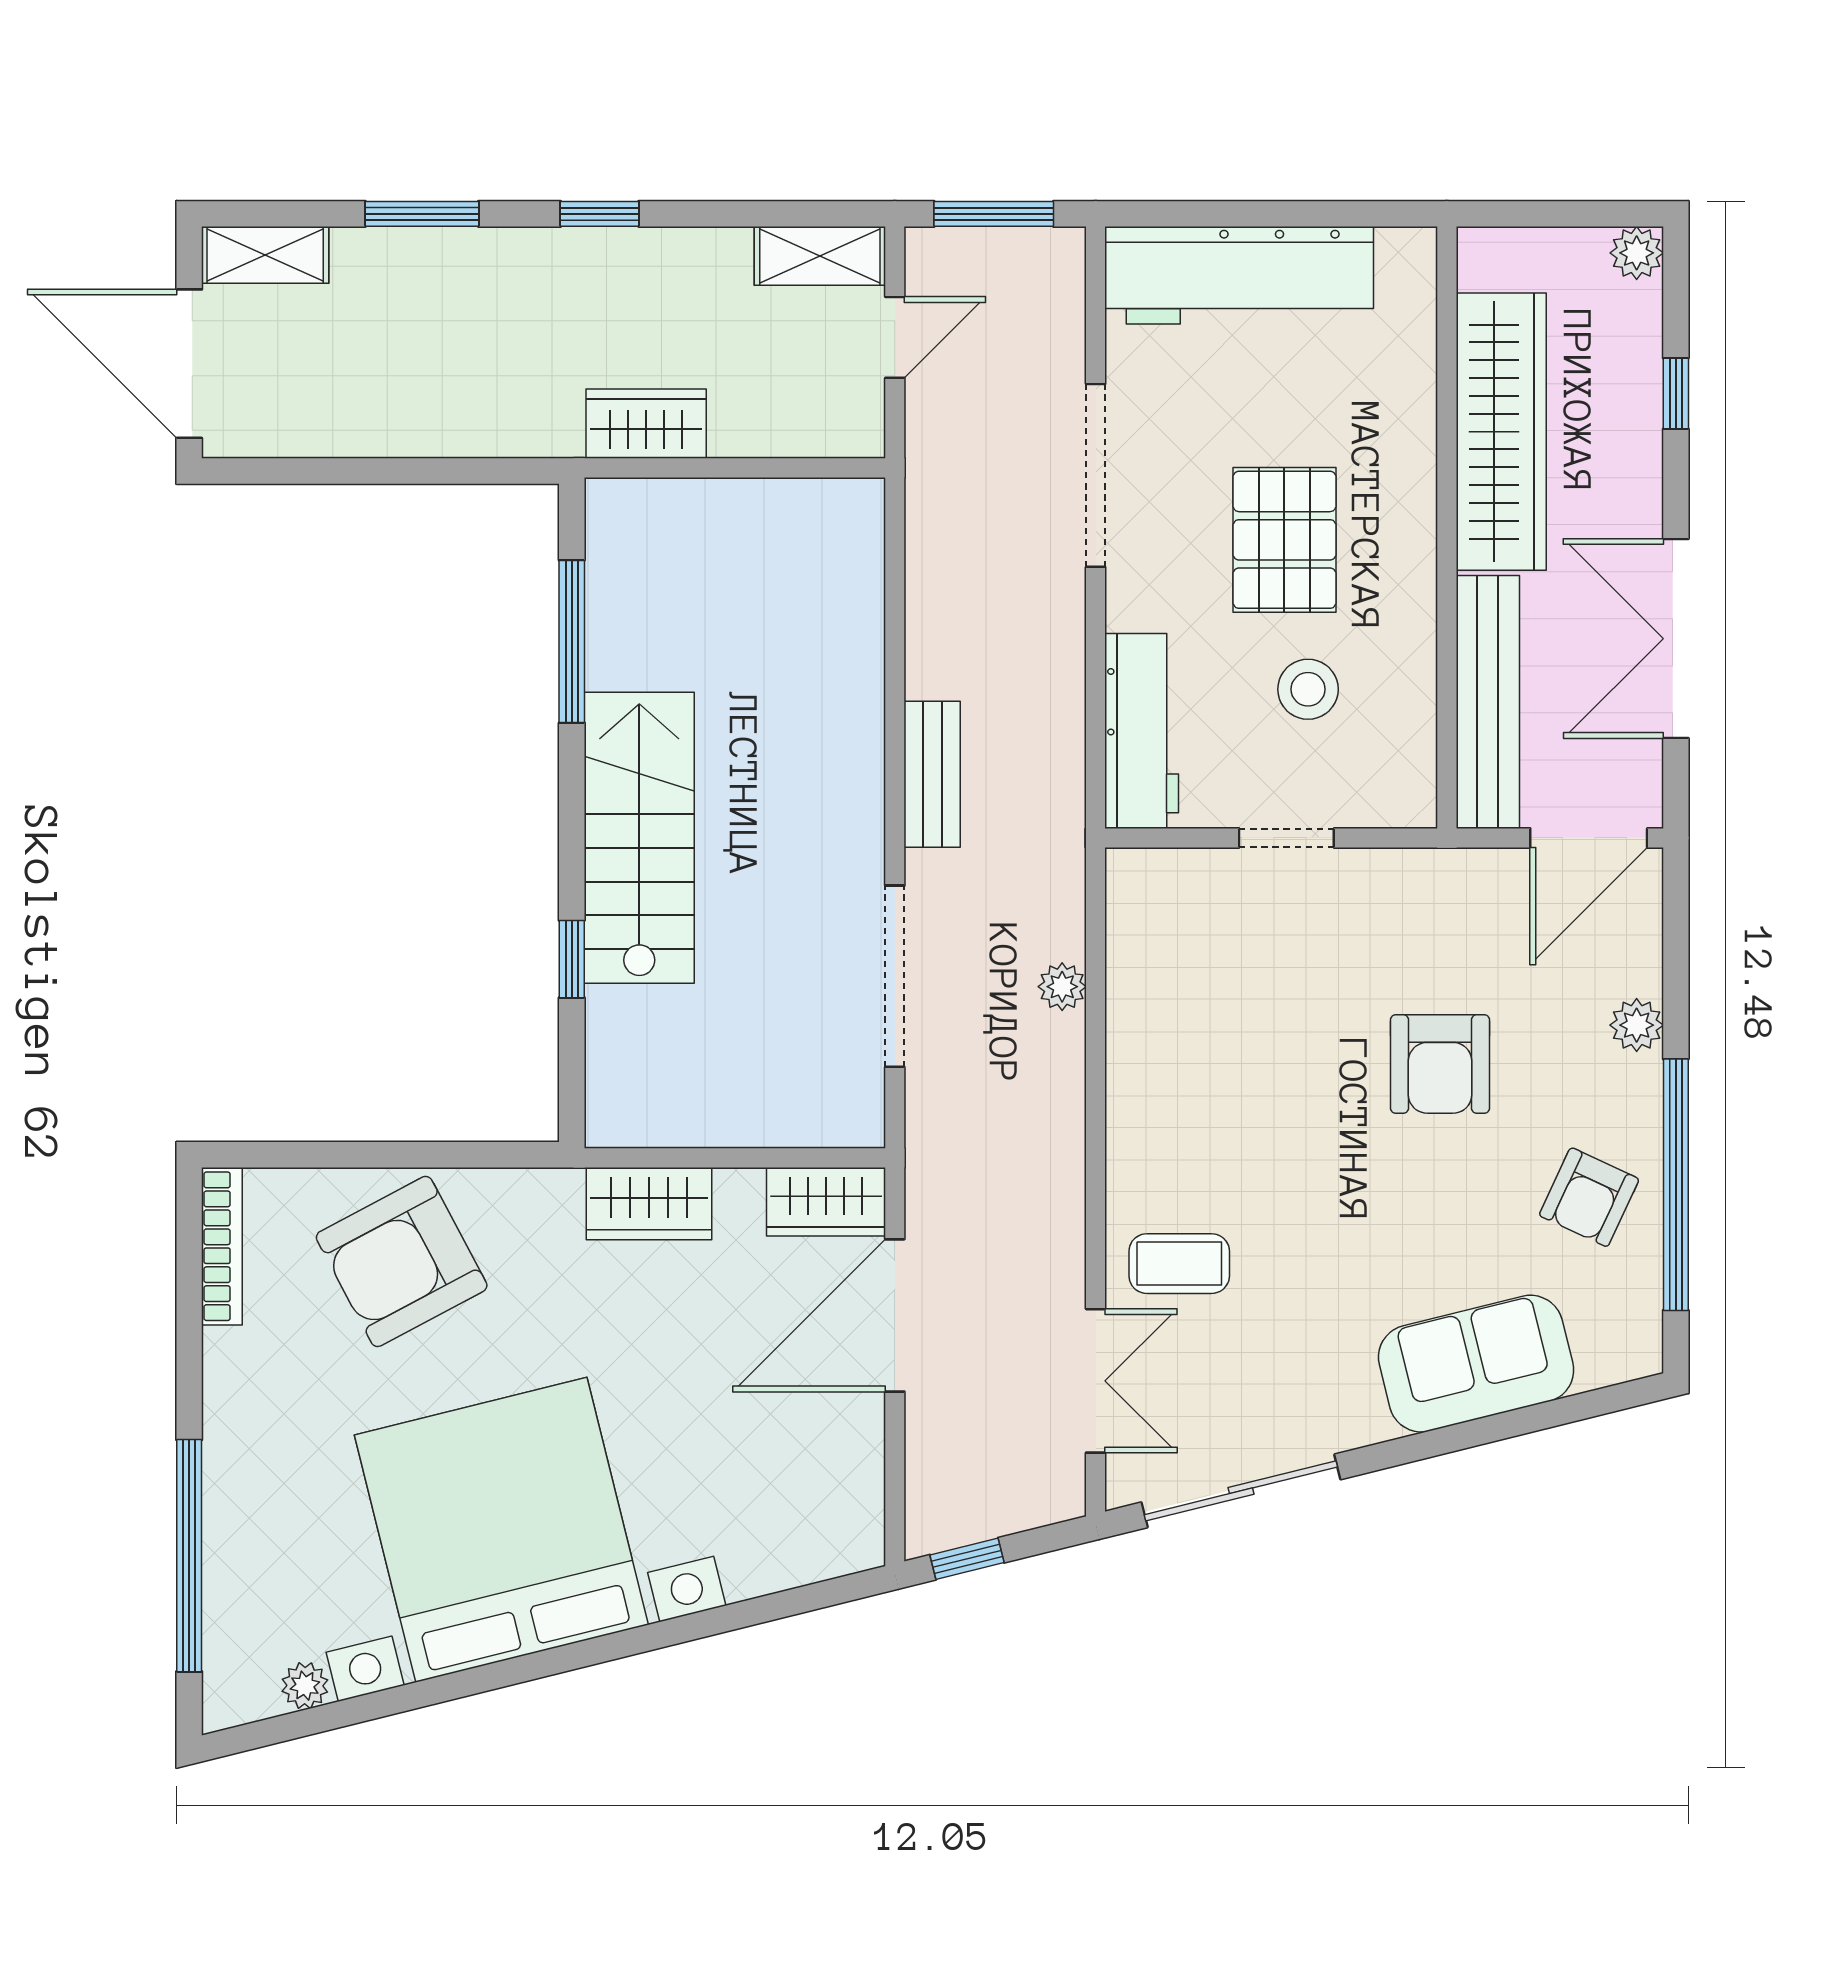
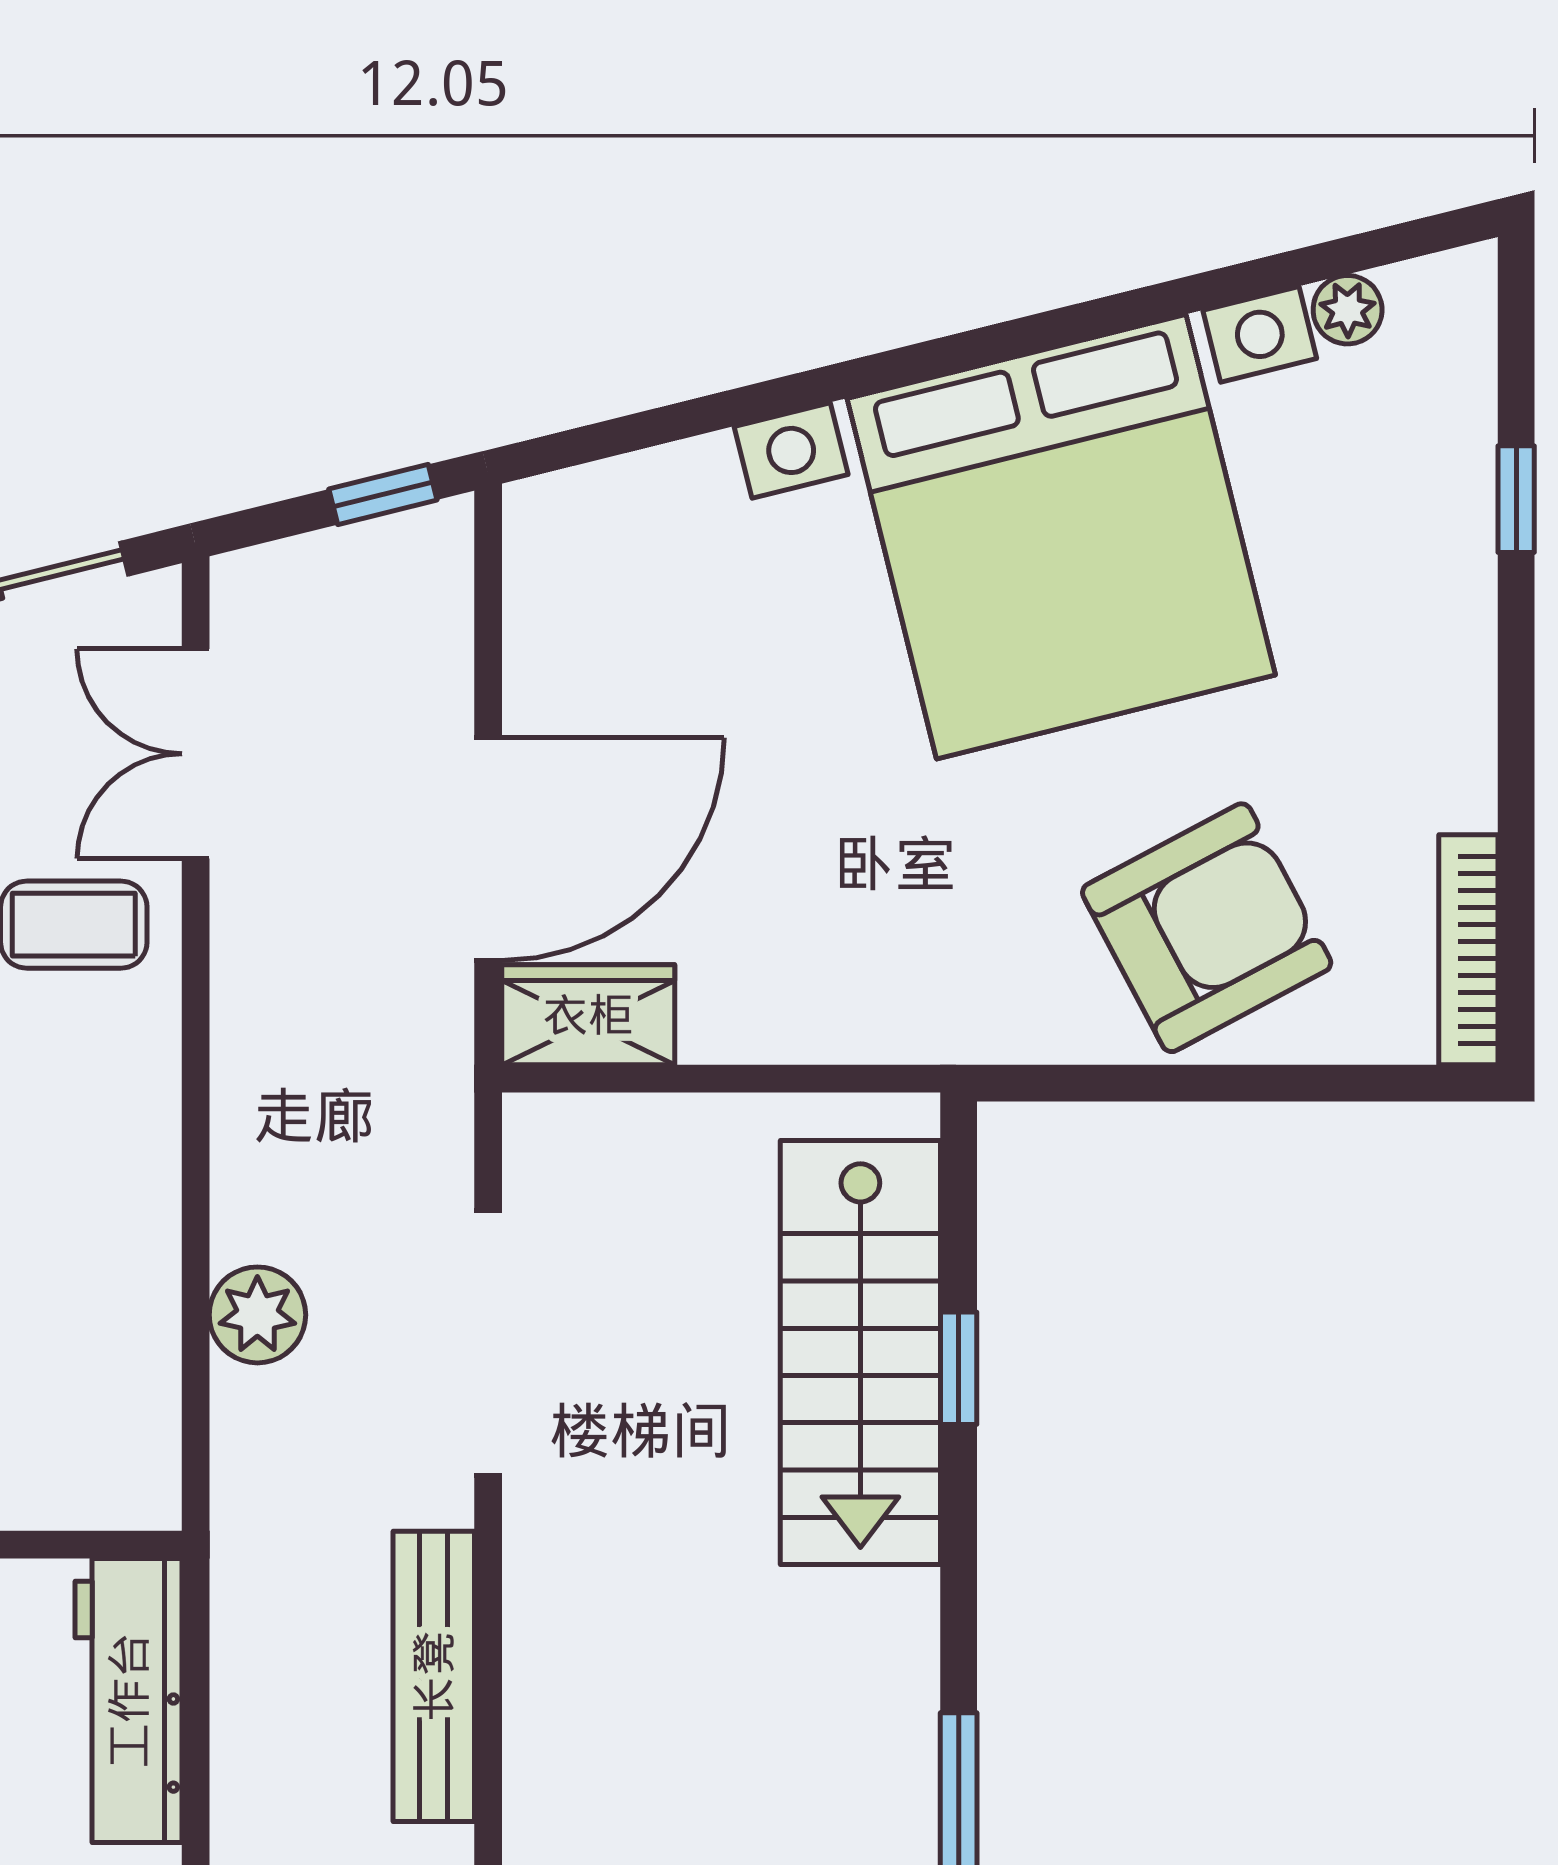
bench: (932, 774) -> (434, 1676), width x1.36
stairs: (639, 838) -> (860, 1353), moved
plant: (1062, 987) -> (257, 1315), width x1.38, depth x1.38
wardrobe: (649, 1204) -> (846, 1012), removed
window: (189, 1556) -> (1516, 499), width x0.32

